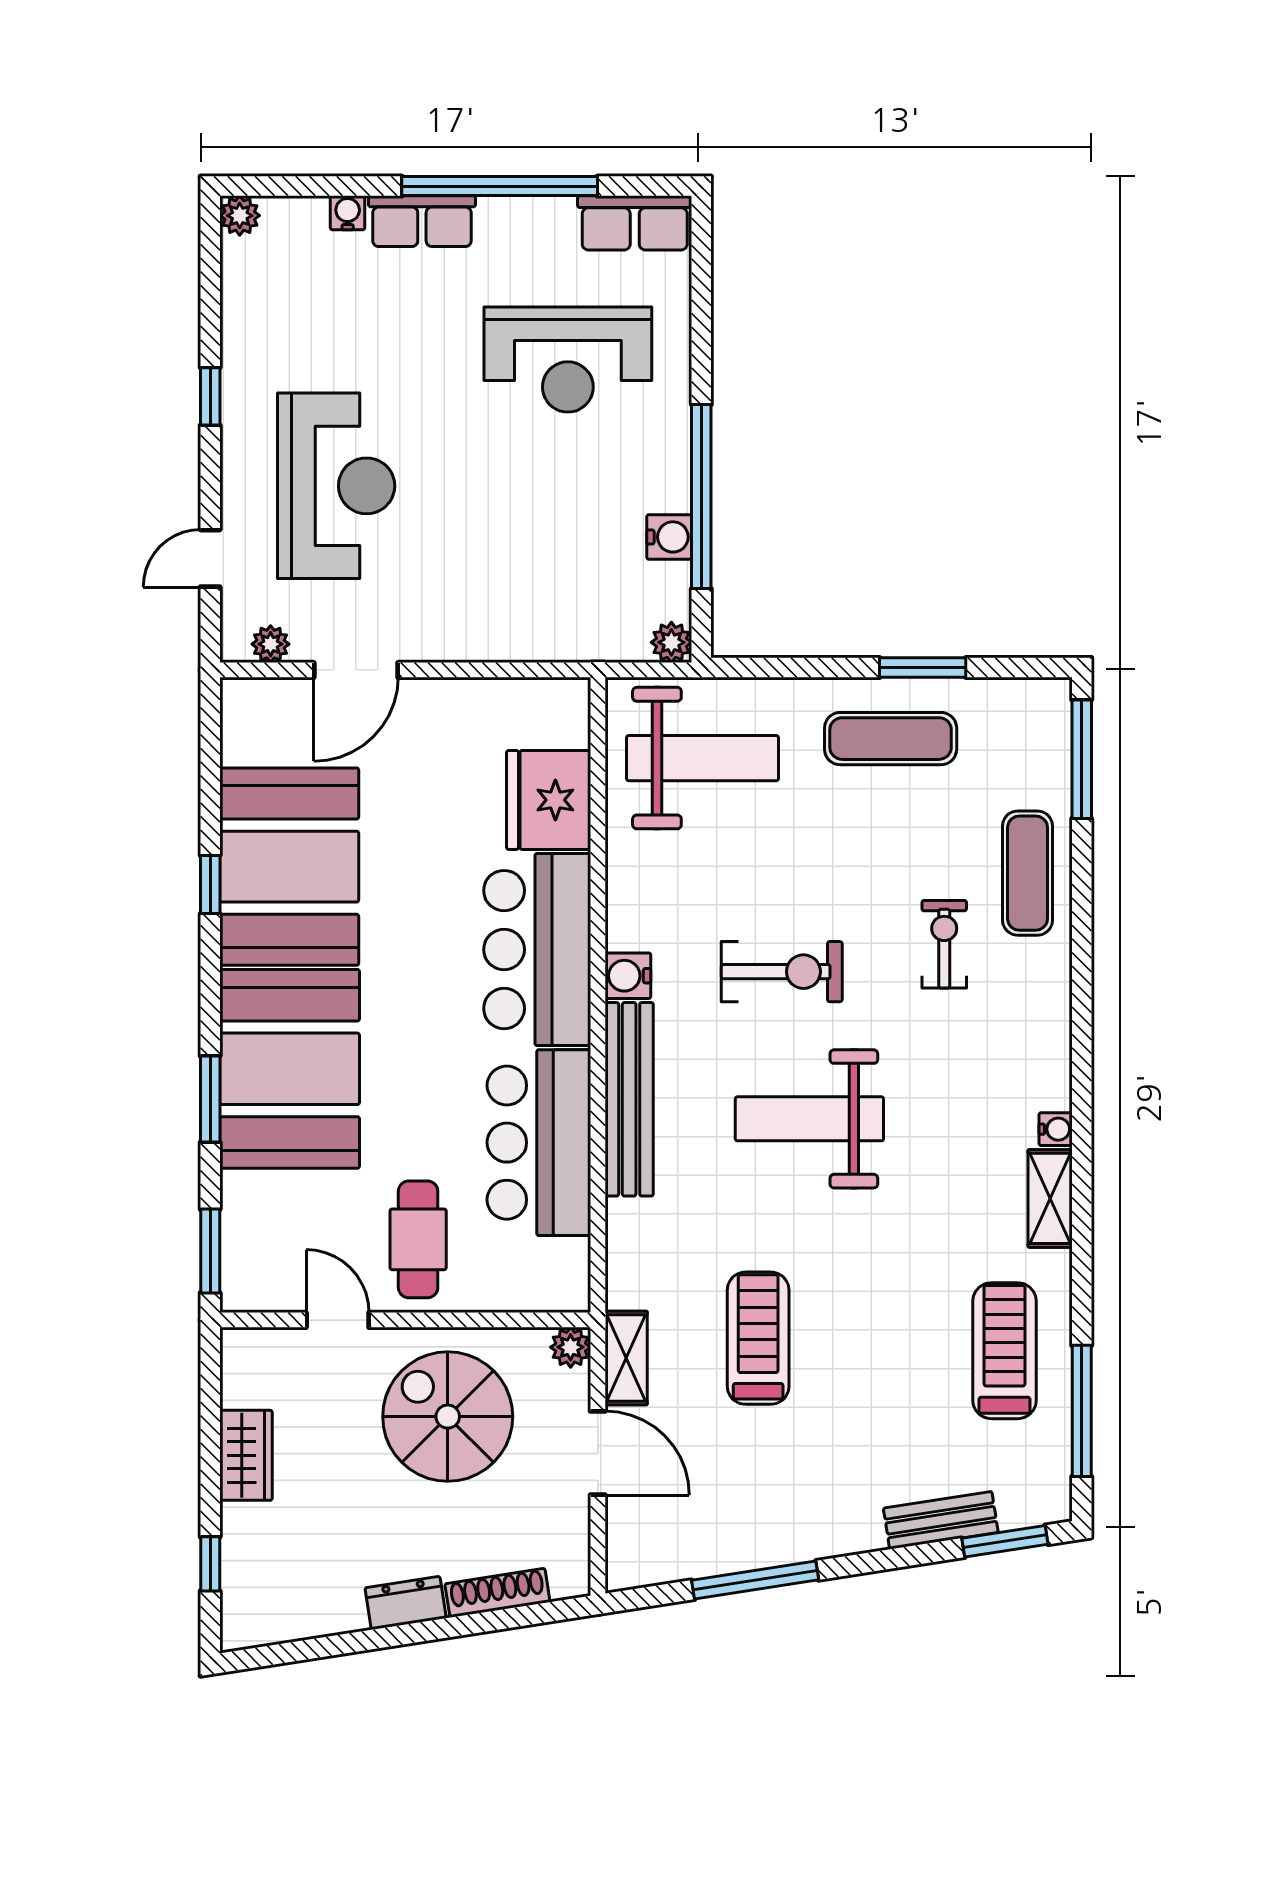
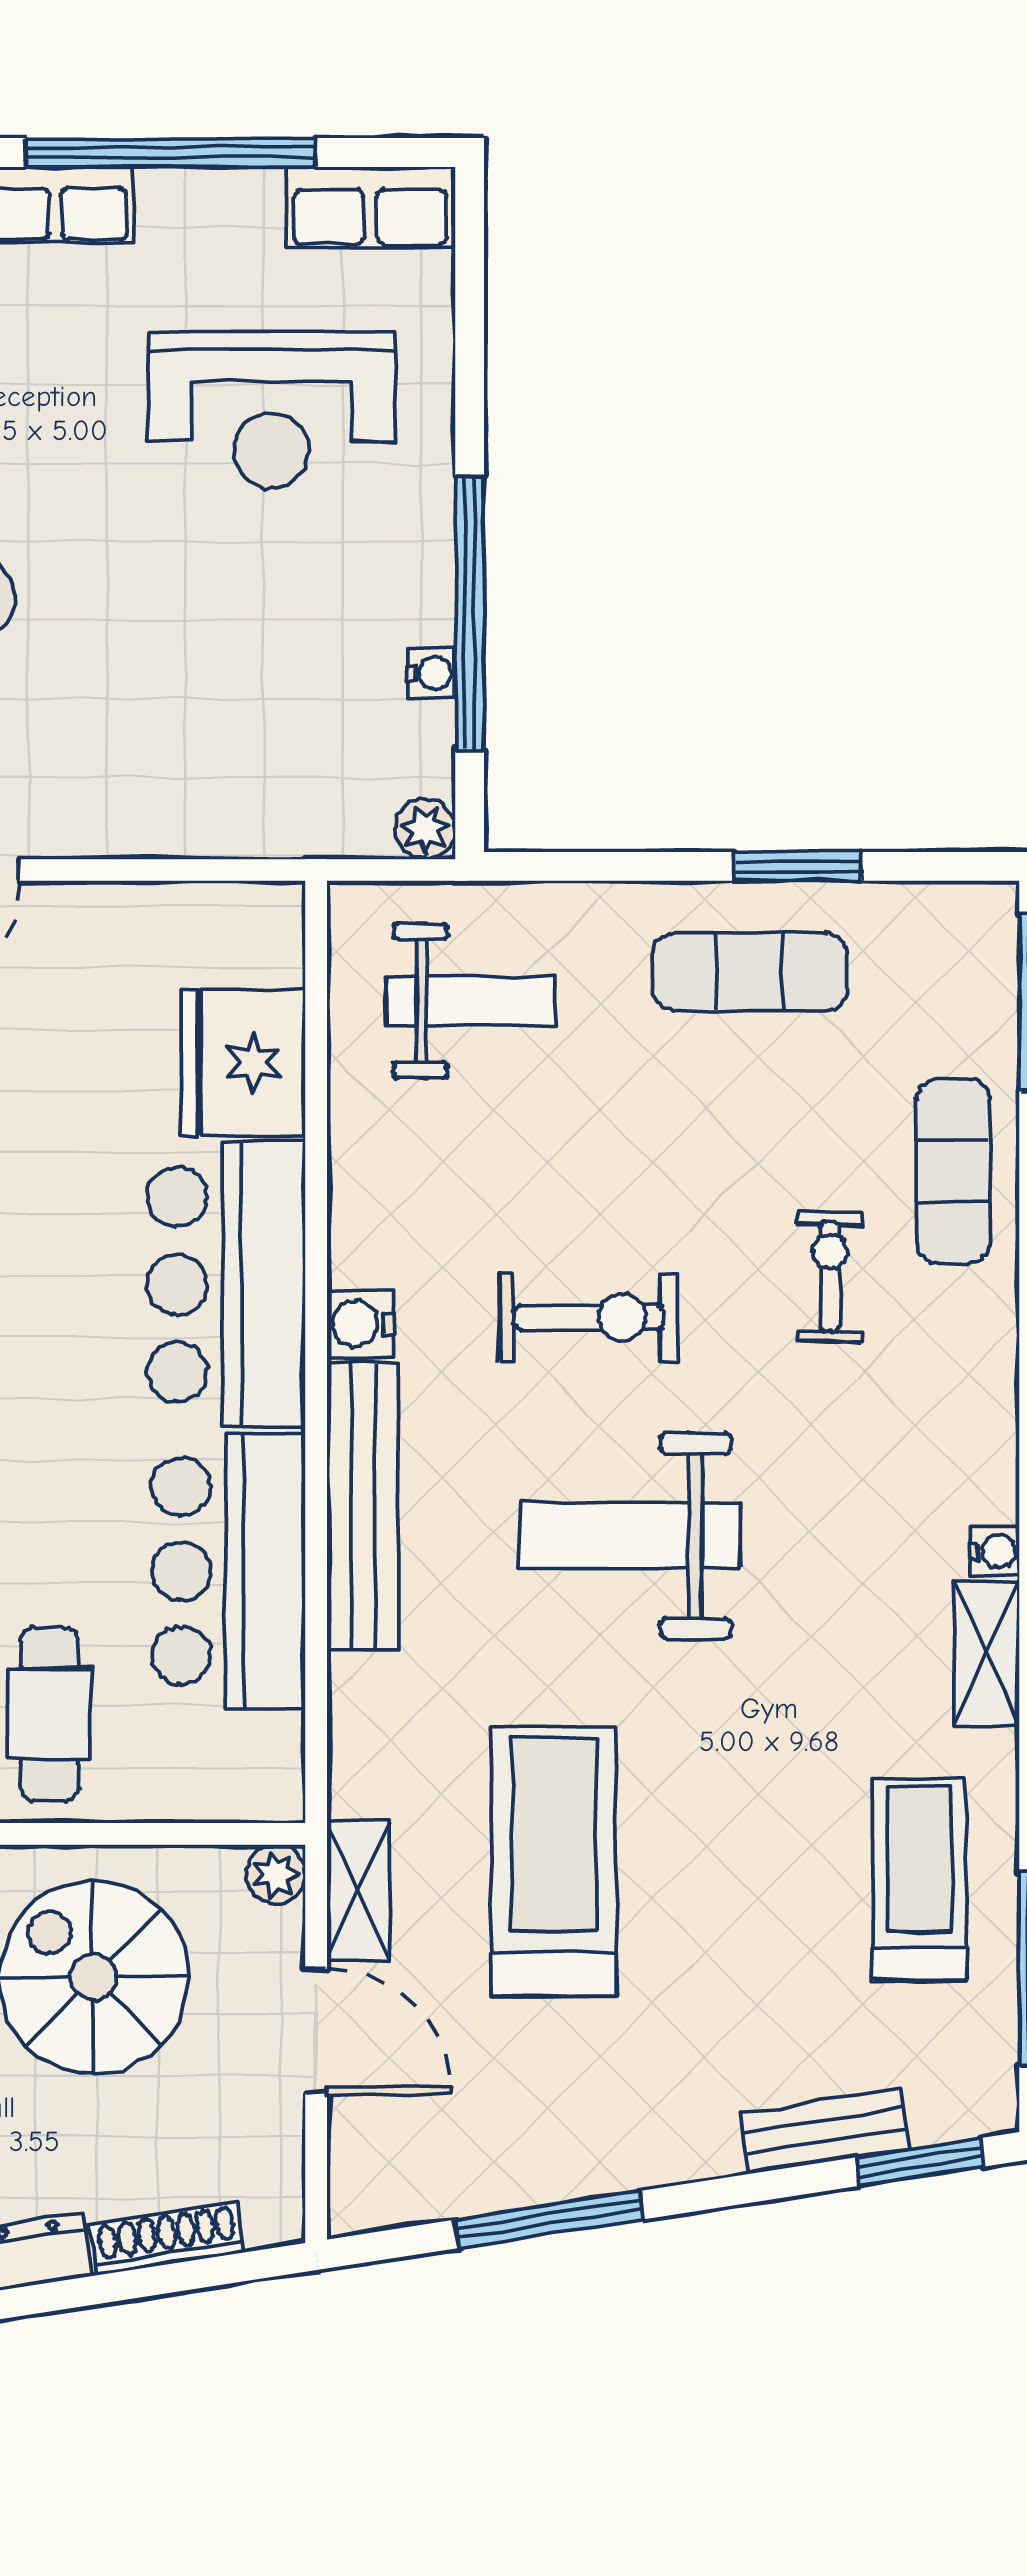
water cooler: (669, 537) -> (431, 673), width x0.72, depth x0.72
weight bench: (702, 758) -> (471, 1001), width x0.73, depth x0.75
treadmill: (758, 1338) -> (554, 1861), width x1.37, depth x1.38

